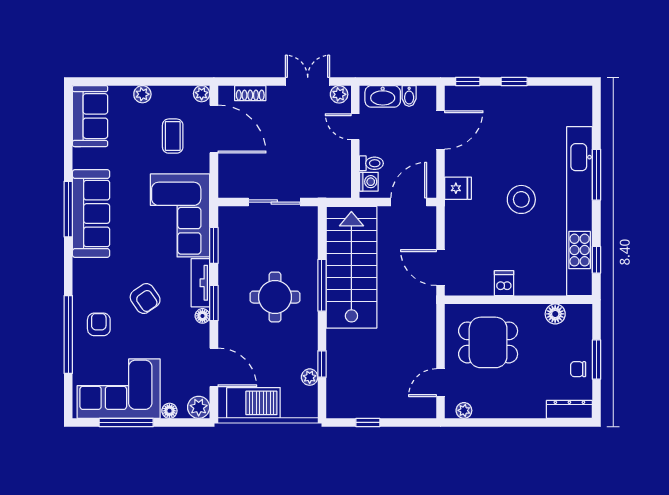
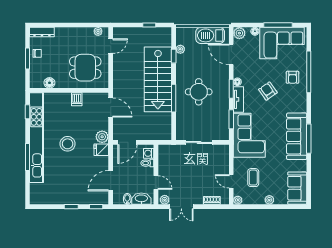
door: (214, 129) -> (231, 181), width x0.53
plant: (456, 213) -> (102, 137), added
stairs: (351, 267) -> (158, 79), moved

